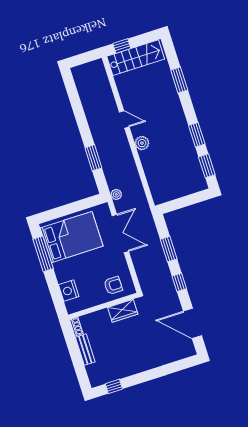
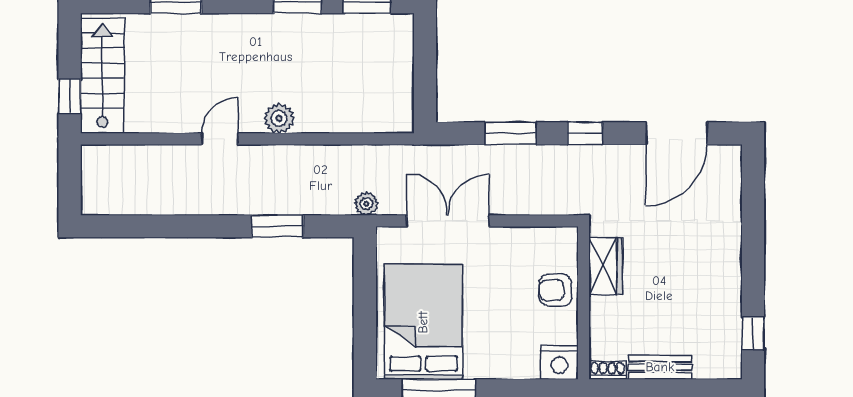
armchair: (113, 285) -> (556, 290), moved, turned -90
nightstand: (69, 291) -> (559, 362), moved

